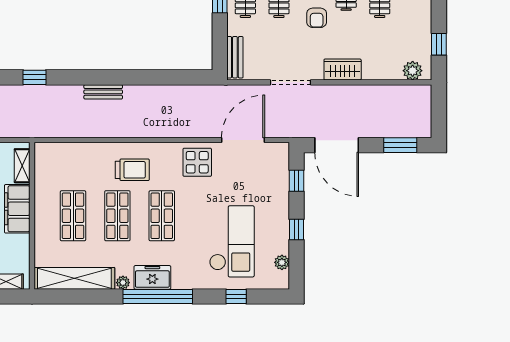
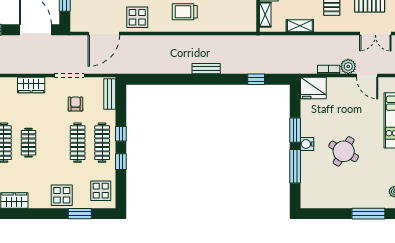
armchair: (317, 18) -> (75, 104), moved

